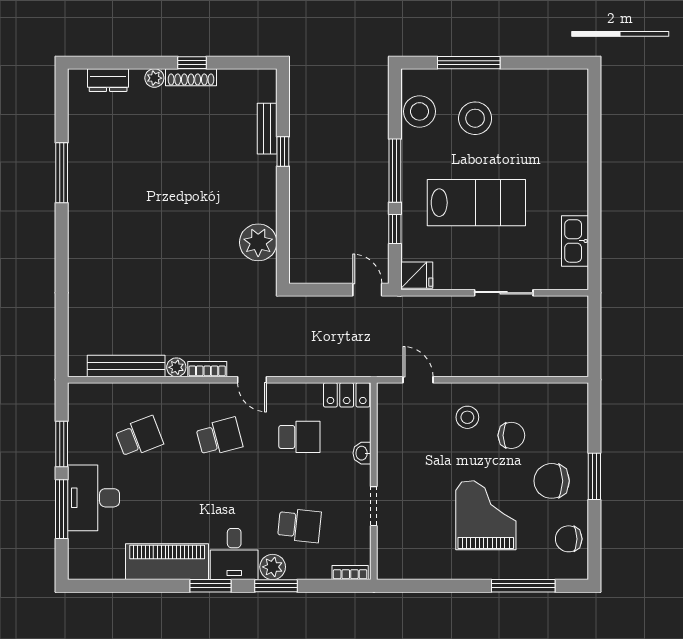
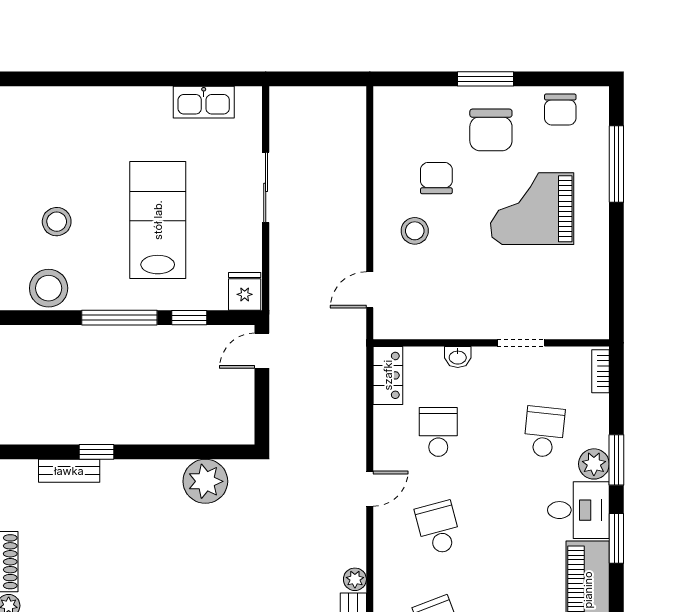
stool: (475, 118) -> (57, 222), width x0.73, depth x0.73
bookcase: (207, 369) -> (357, 542), removed

